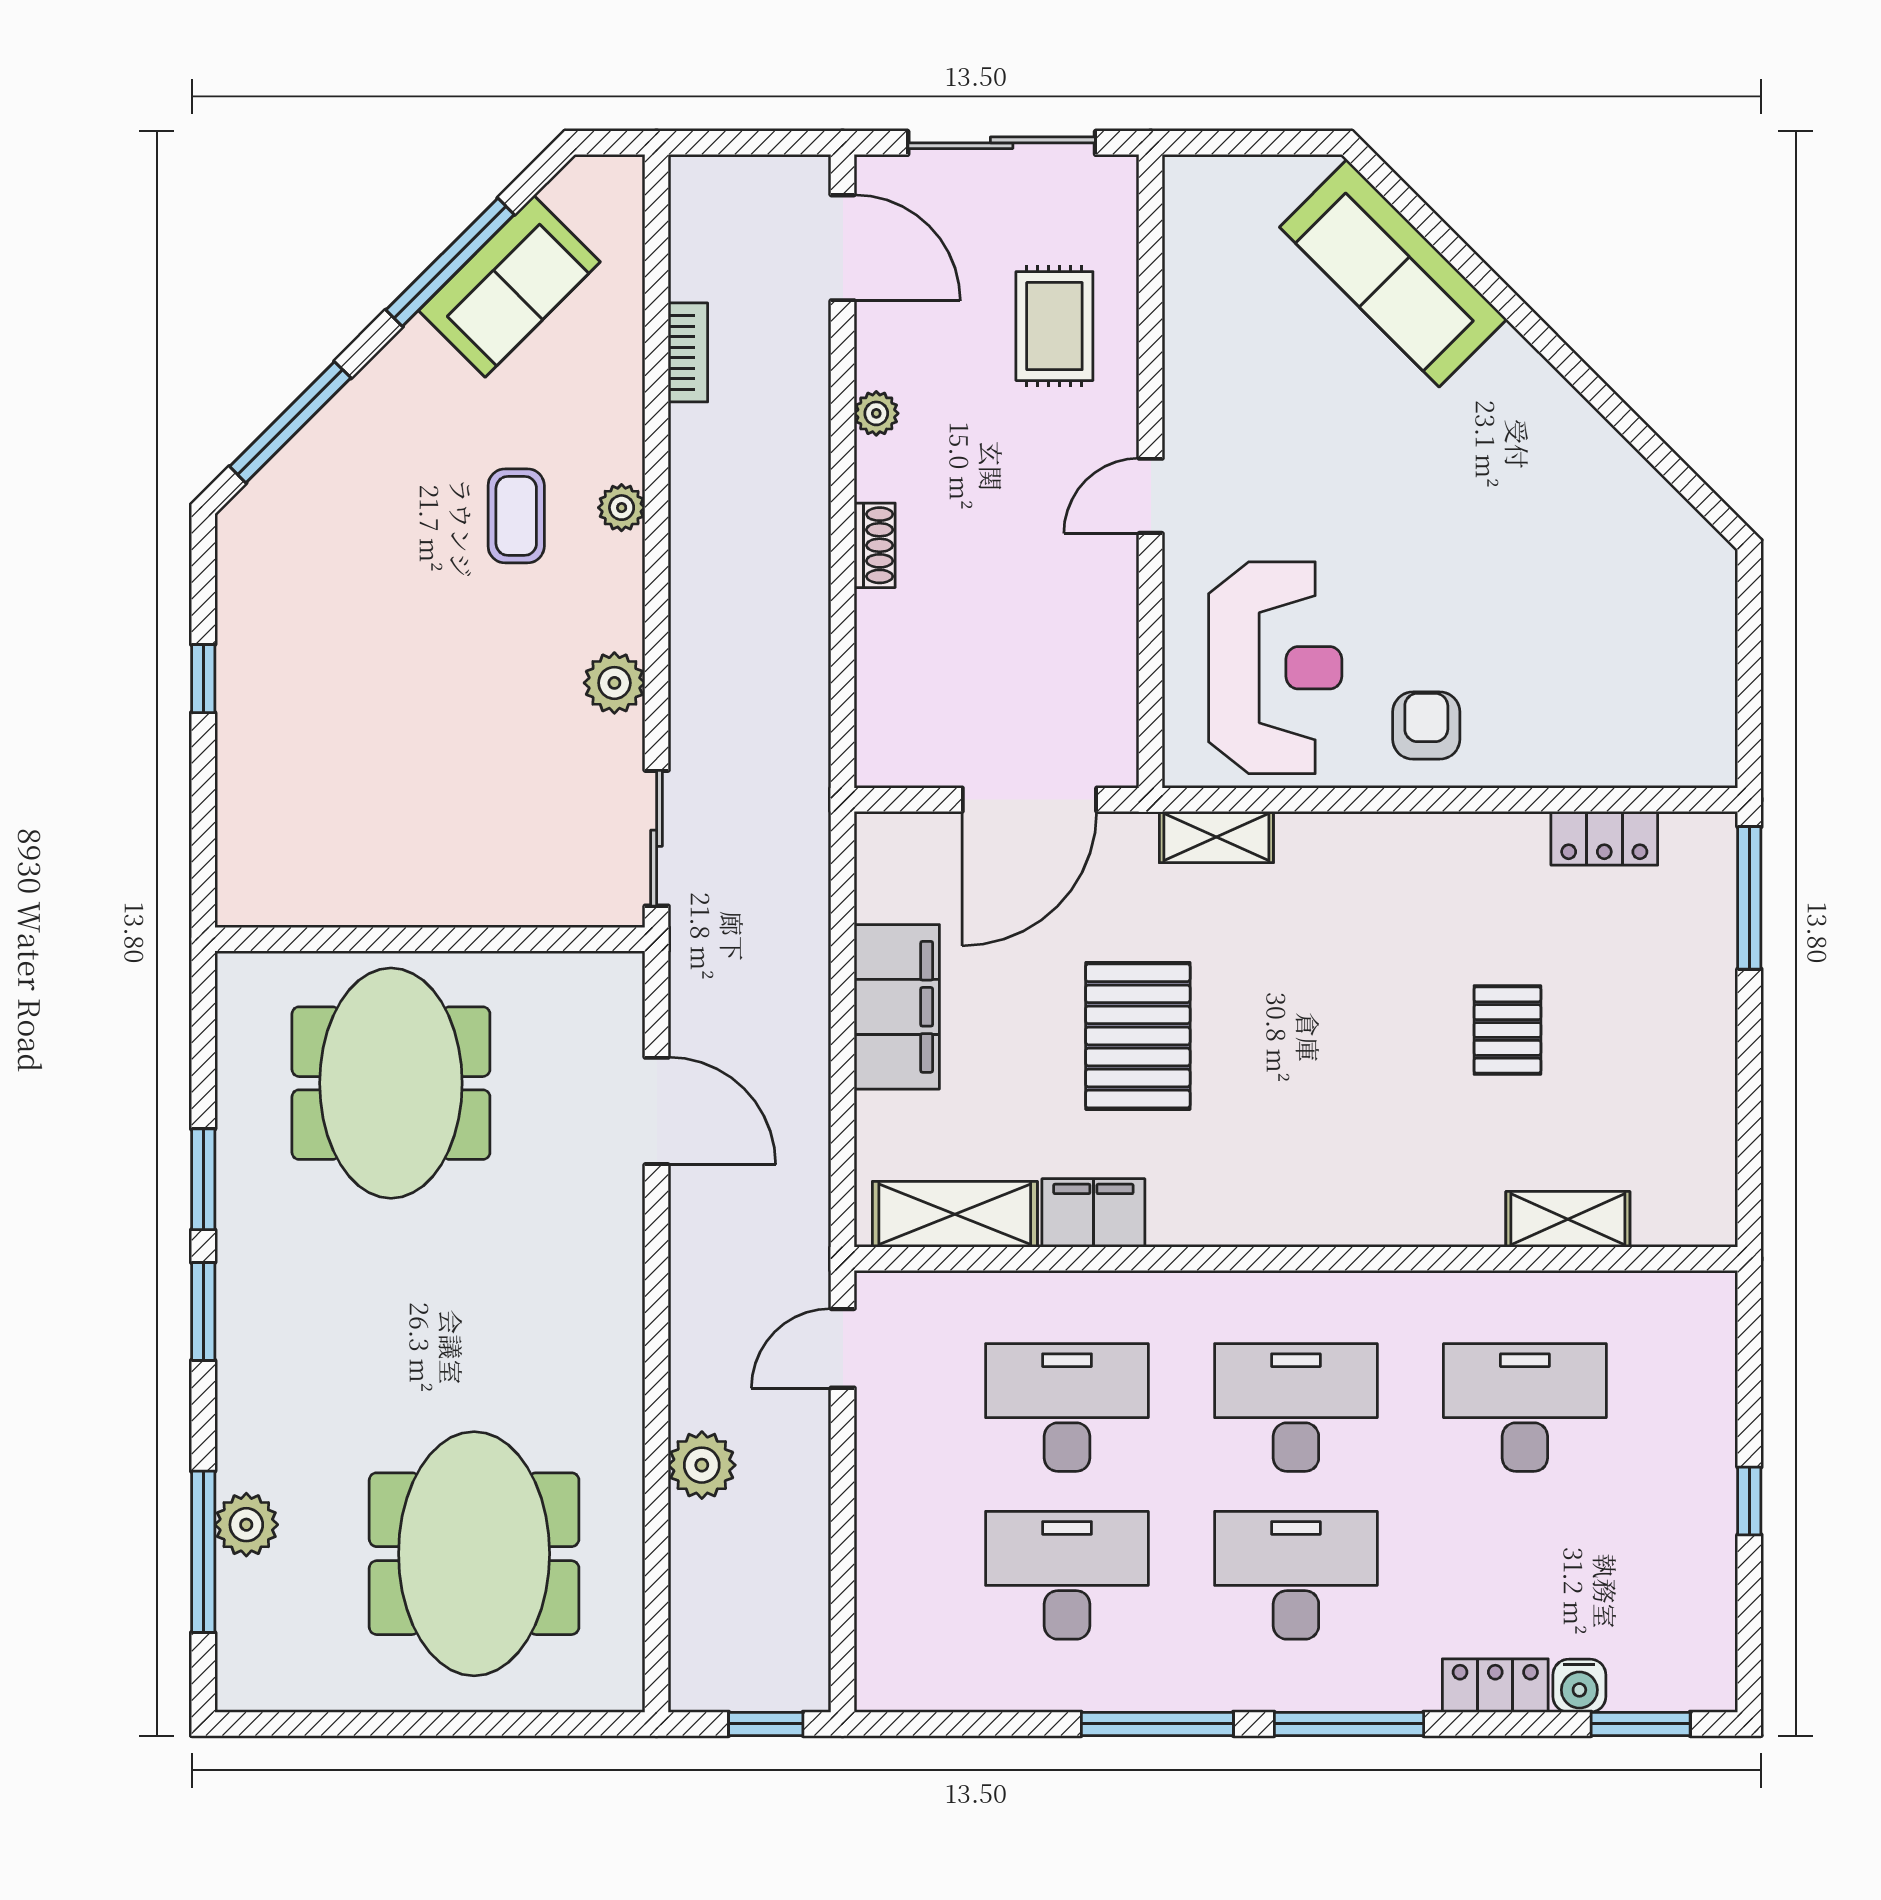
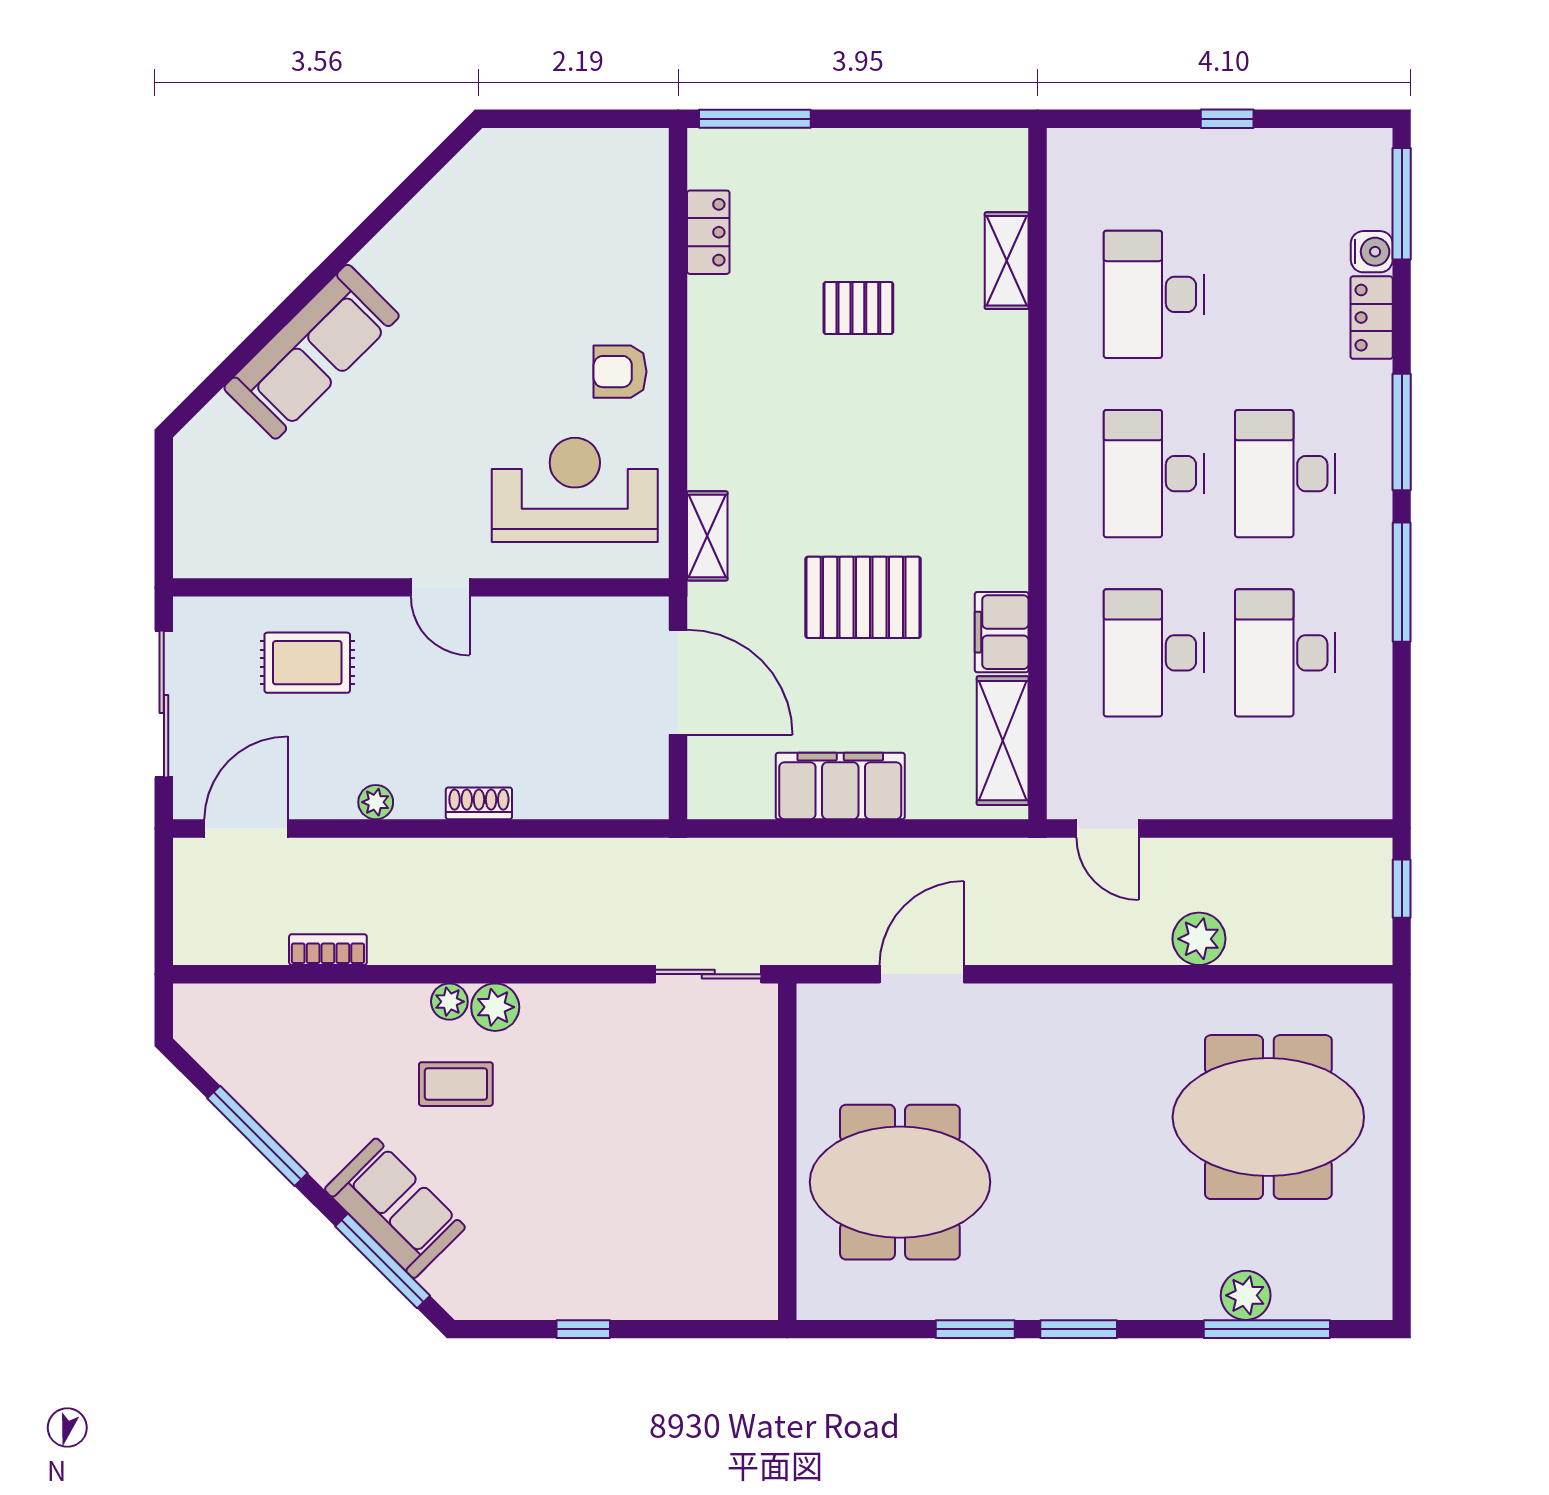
sofa: (1393, 273) -> (312, 352), moved
sofa: (509, 286) -> (395, 1208), moved
plant: (614, 683) -> (495, 1007), moved
window: (1641, 1724) -> (1402, 204), width x1.44

